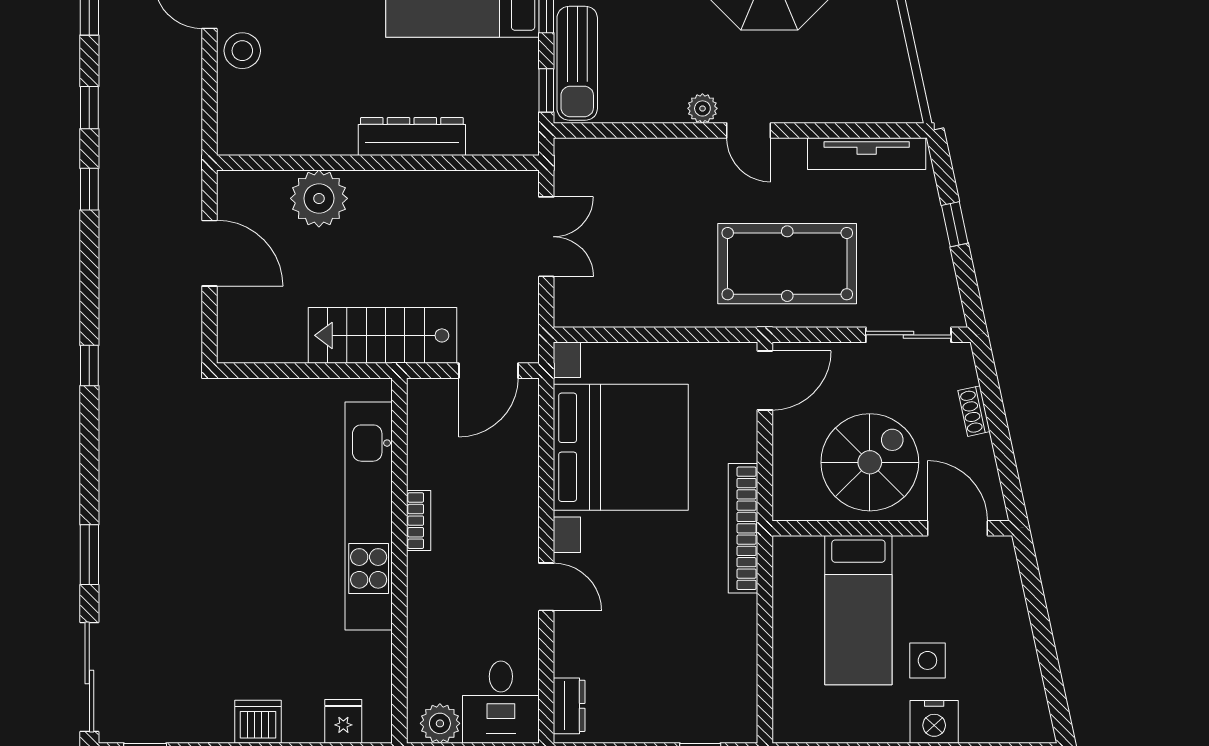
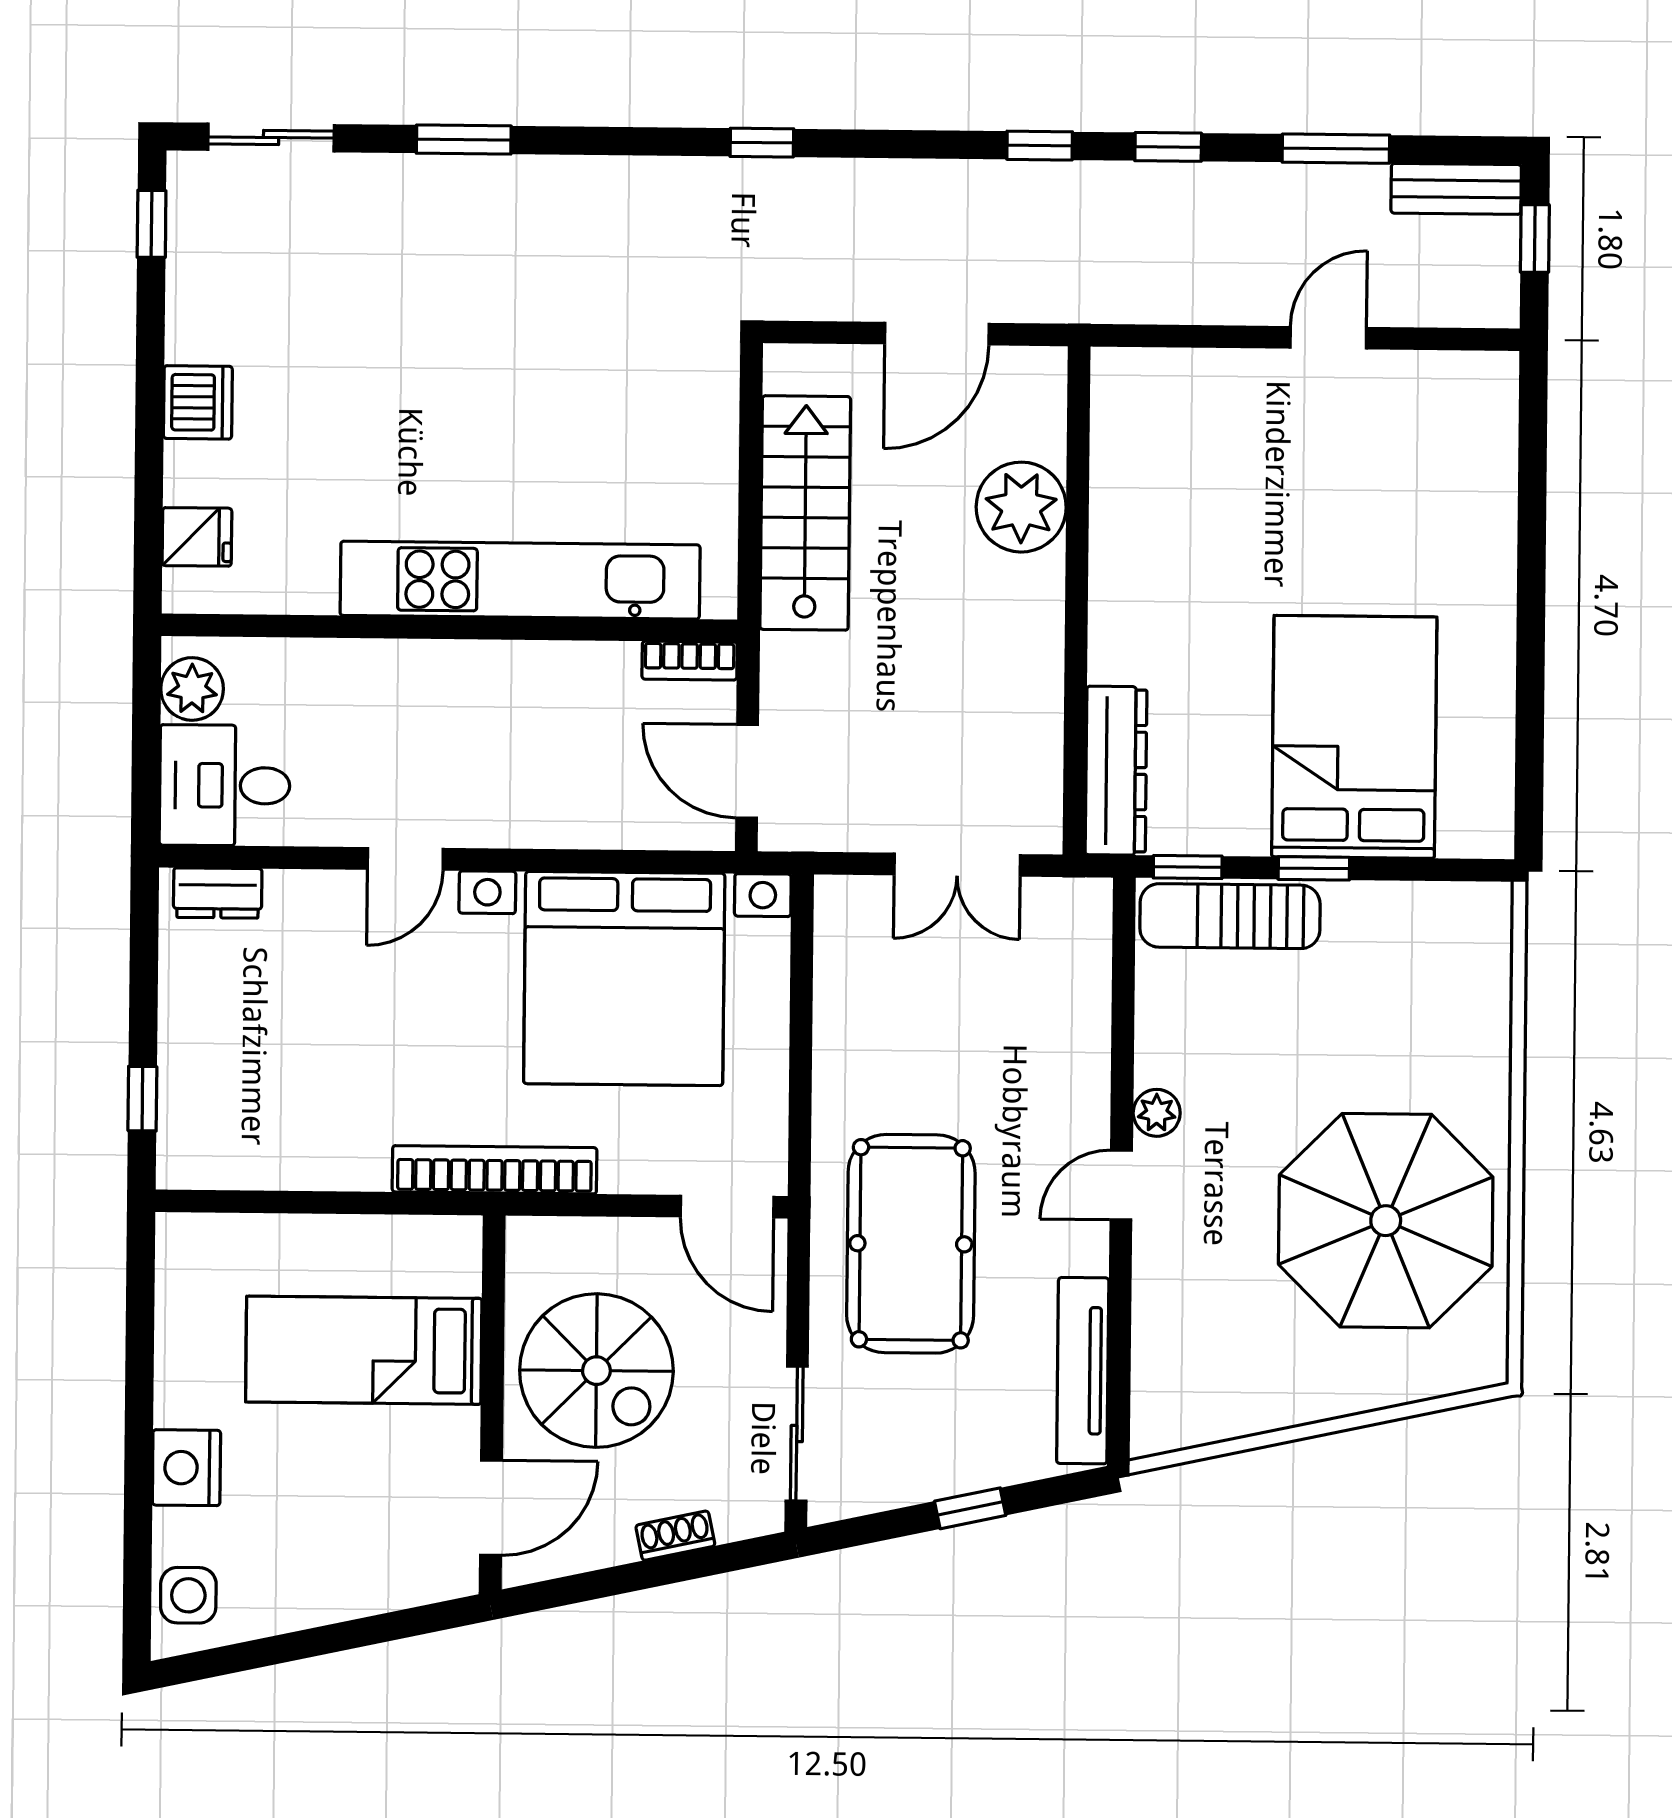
stool: (242, 51) -> (1255, 389), removed
dresser: (412, 137) -> (1116, 771), moved
stairs: (383, 335) -> (805, 513), moved
bookcase: (419, 521) -> (690, 661), moved
side table: (927, 660) -> (188, 1595), moved
sliding door: (89, 677) -> (271, 138), width x0.73

